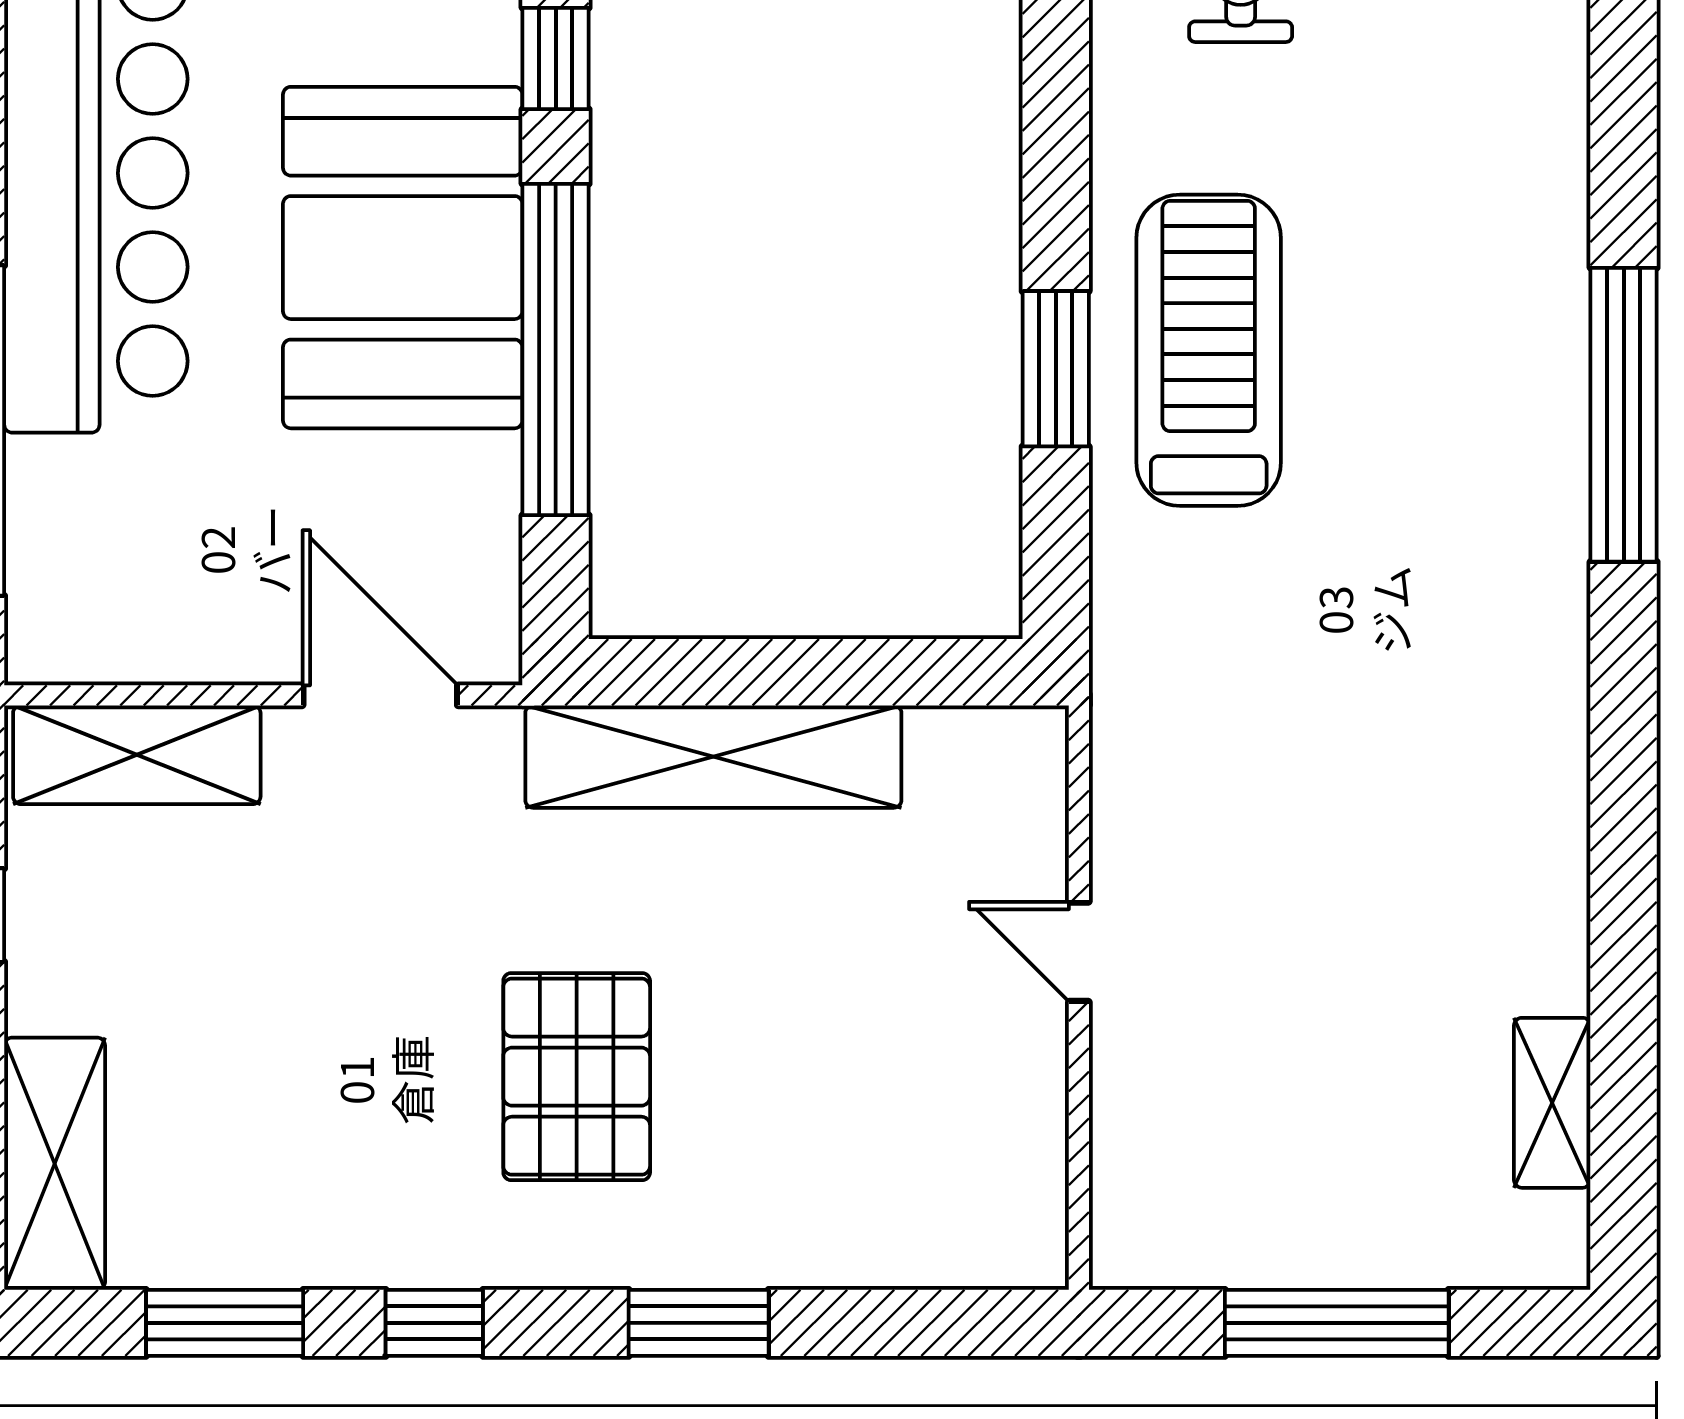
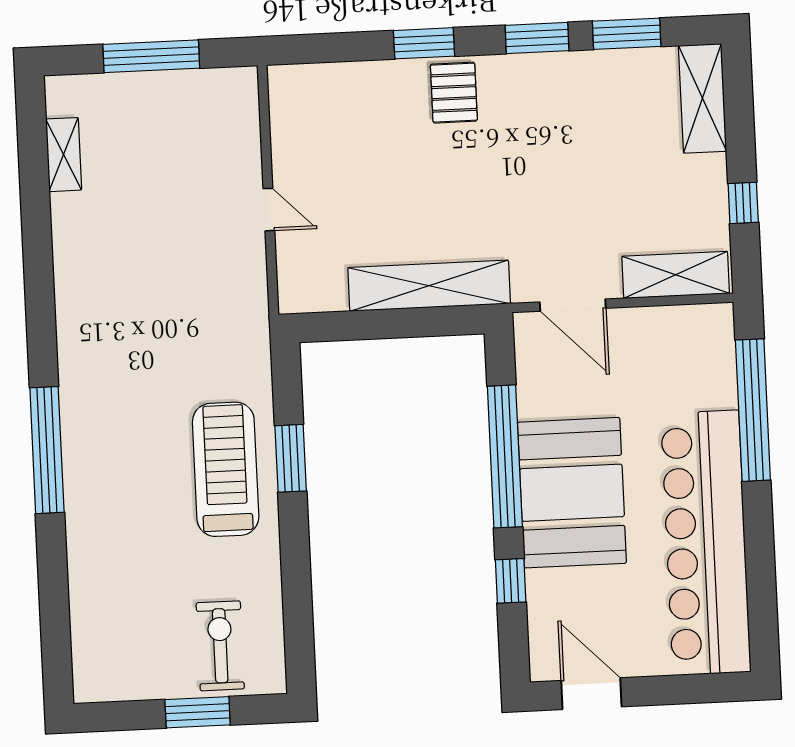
treadmill: (1209, 350) -> (226, 469), turned 180
pallet: (577, 1077) -> (454, 93), moved, width x0.67, depth x0.71
window: (434, 1323) -> (537, 38), width x1.50

